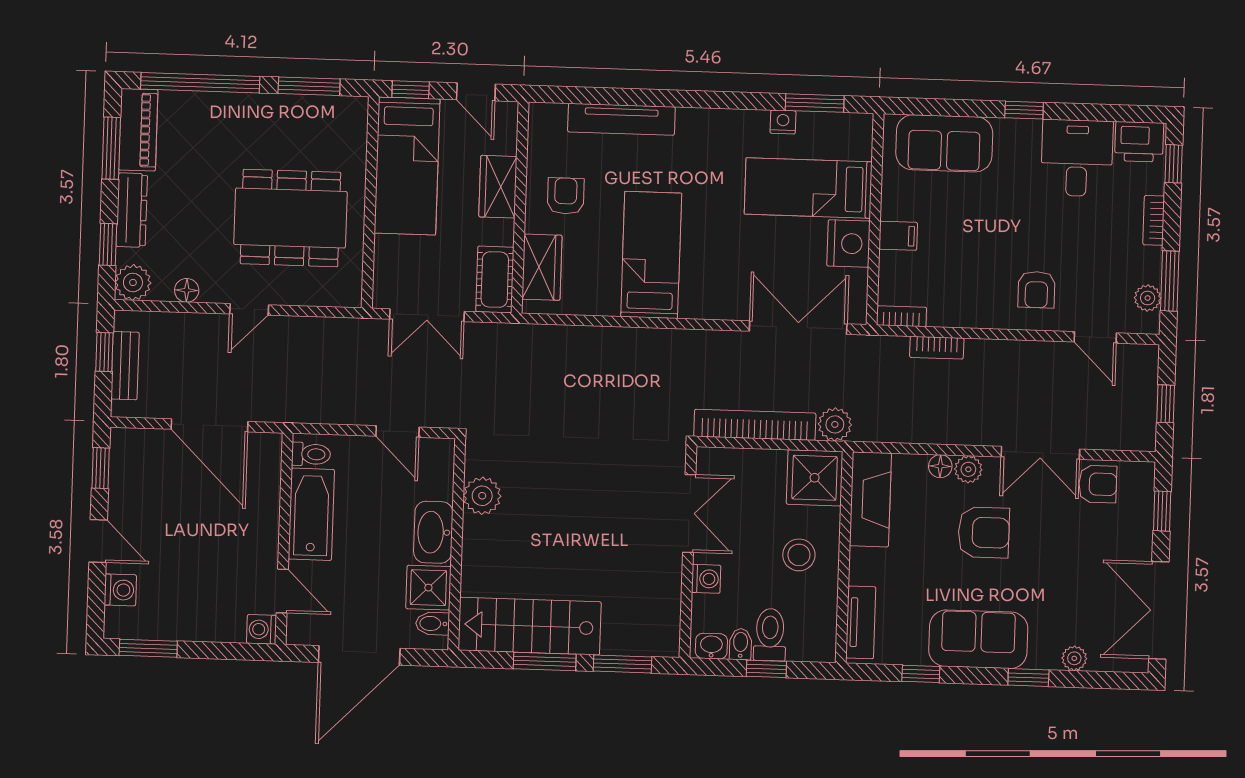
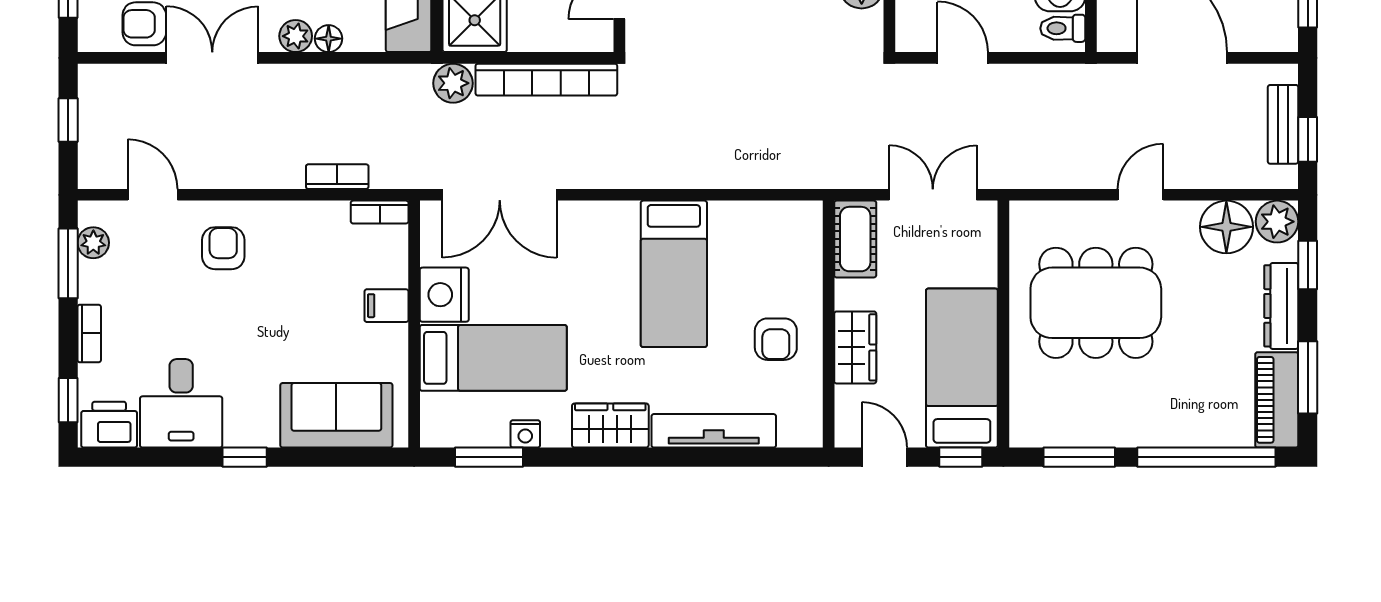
wardrobe: (542, 267) -> (610, 425), moved, turned 90
floor lamp: (187, 290) -> (1226, 227), width x1.89, depth x1.89

